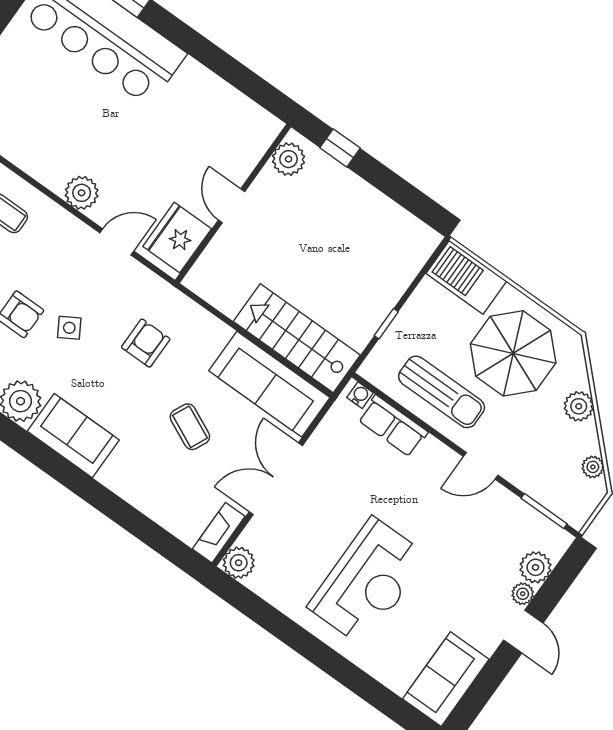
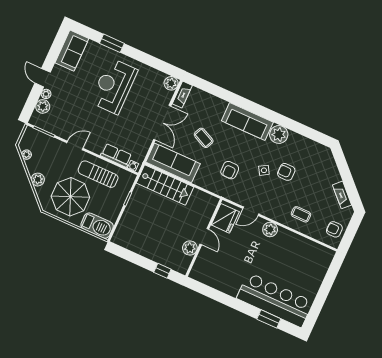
plant: (289, 159) -> (190, 248), moved
sofa: (73, 436) -> (247, 122), width x1.36
window: (353, 678) -> (112, 43), added

